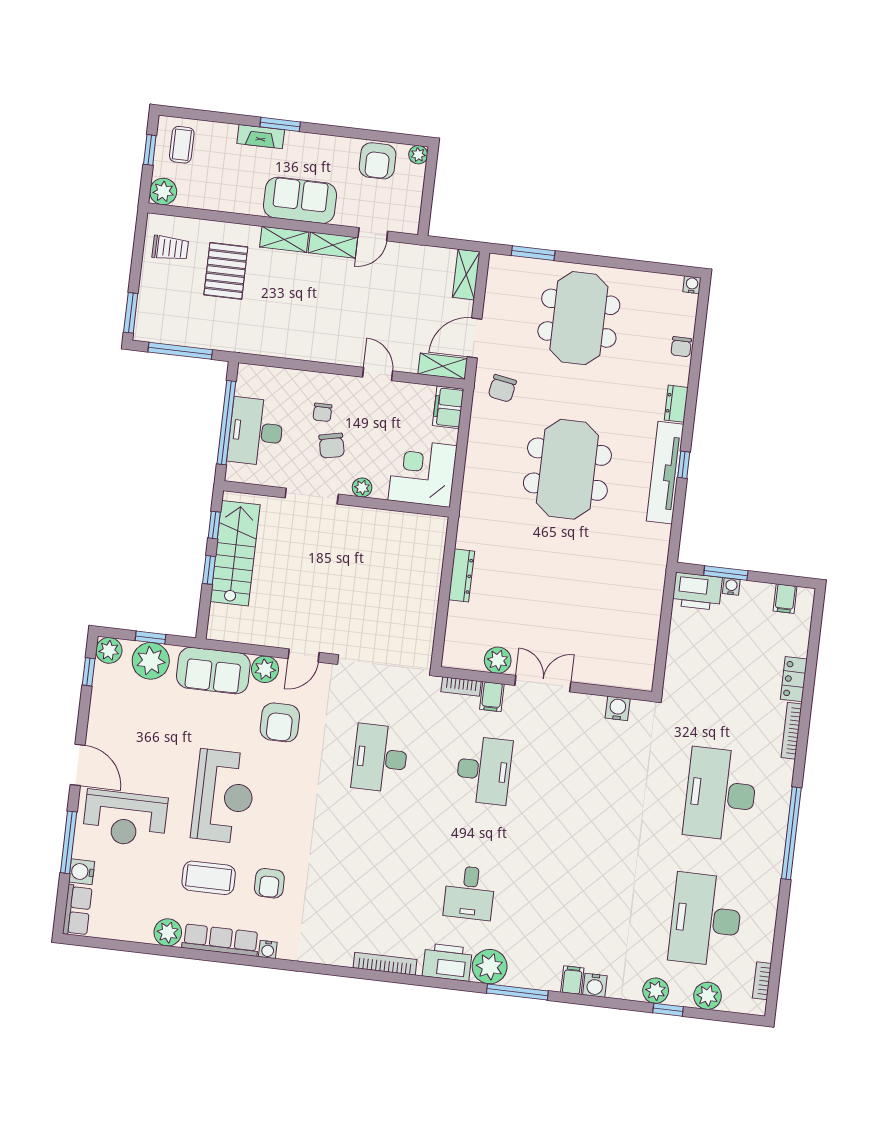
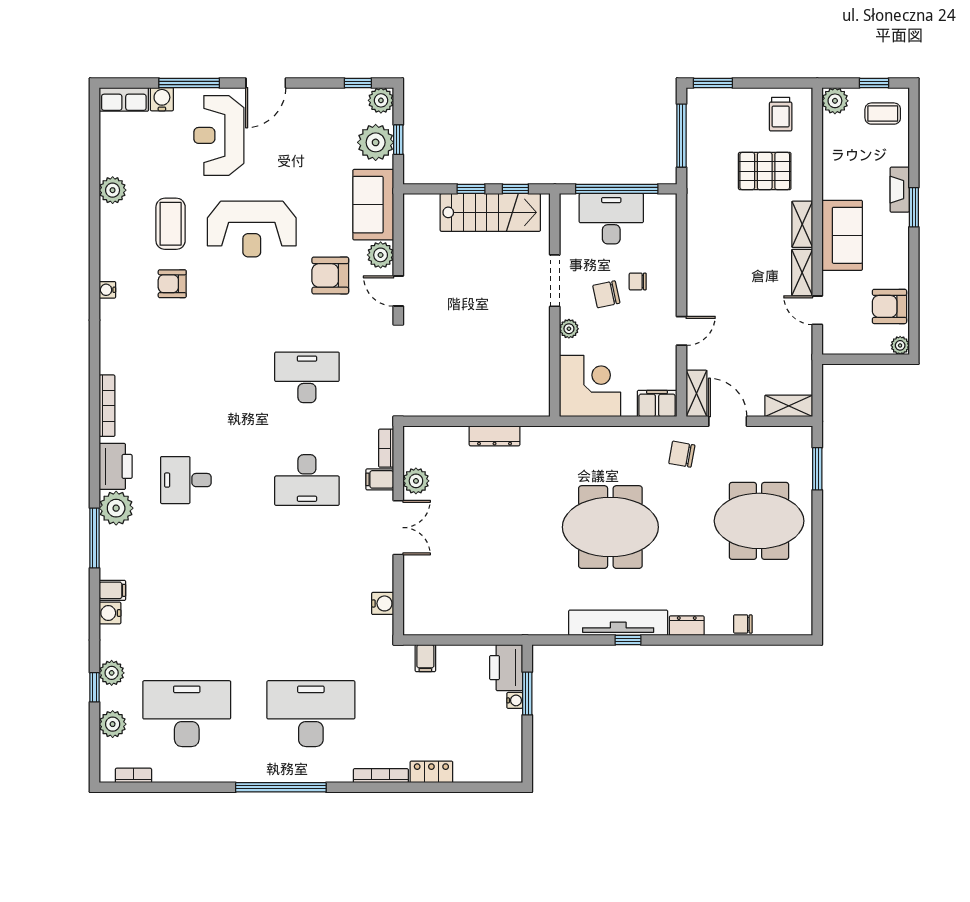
water cooler: (692, 285) -> (805, 627), removed
filing cabinet: (785, 599) -> (425, 658), moved, turned -90
row of seats: (221, 940) -> (111, 243), removed

